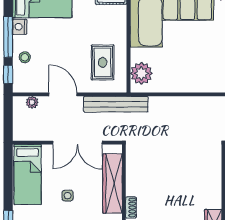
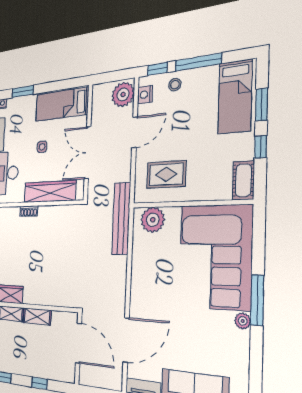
nightstand: (20, 27) -> (145, 95), moved, turned -90
plant: (32, 102) -> (123, 94), width x1.87, depth x1.87
bench: (116, 104) -> (121, 218), moved

